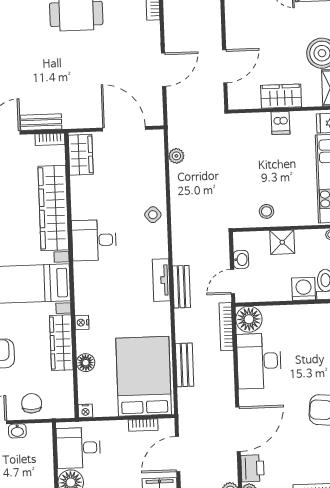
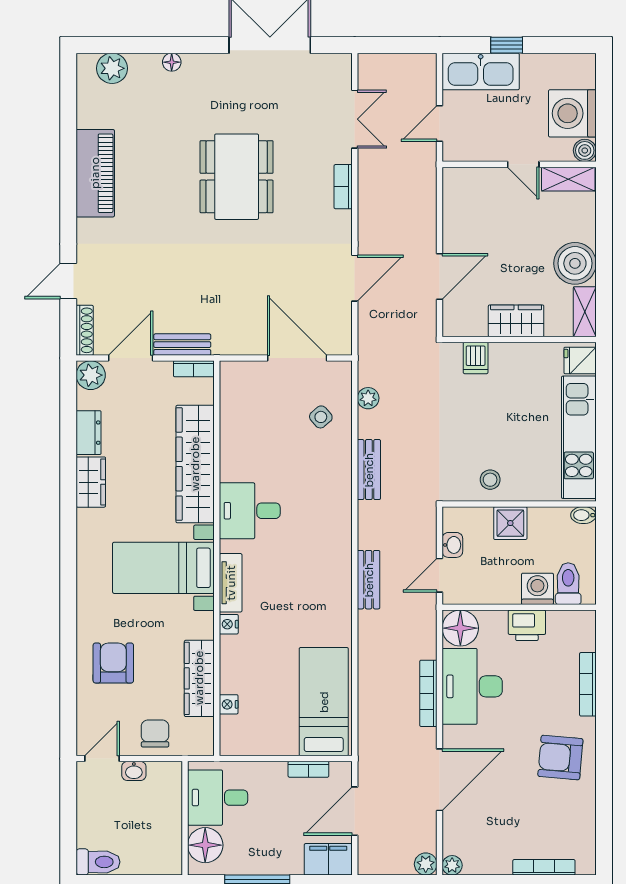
dishwasher: (280, 123) -> (476, 358), moved
wardrobe: (81, 155) -> (236, 392), removed
side table: (153, 215) -> (321, 417), moved
tv unit: (161, 280) -> (231, 583), moved, turned 180
bookcase: (226, 327) -> (428, 693), moved
wardrobe: (61, 343) -> (199, 678), moved
floor lamp: (86, 363) -> (232, 680), removed
bench: (185, 365) -> (369, 470), moved
bed: (144, 376) -> (324, 702), width x0.67
nightstand: (85, 411) -> (229, 704), moved, turned 90
printer: (252, 468) -> (527, 625), moved, turned 90

